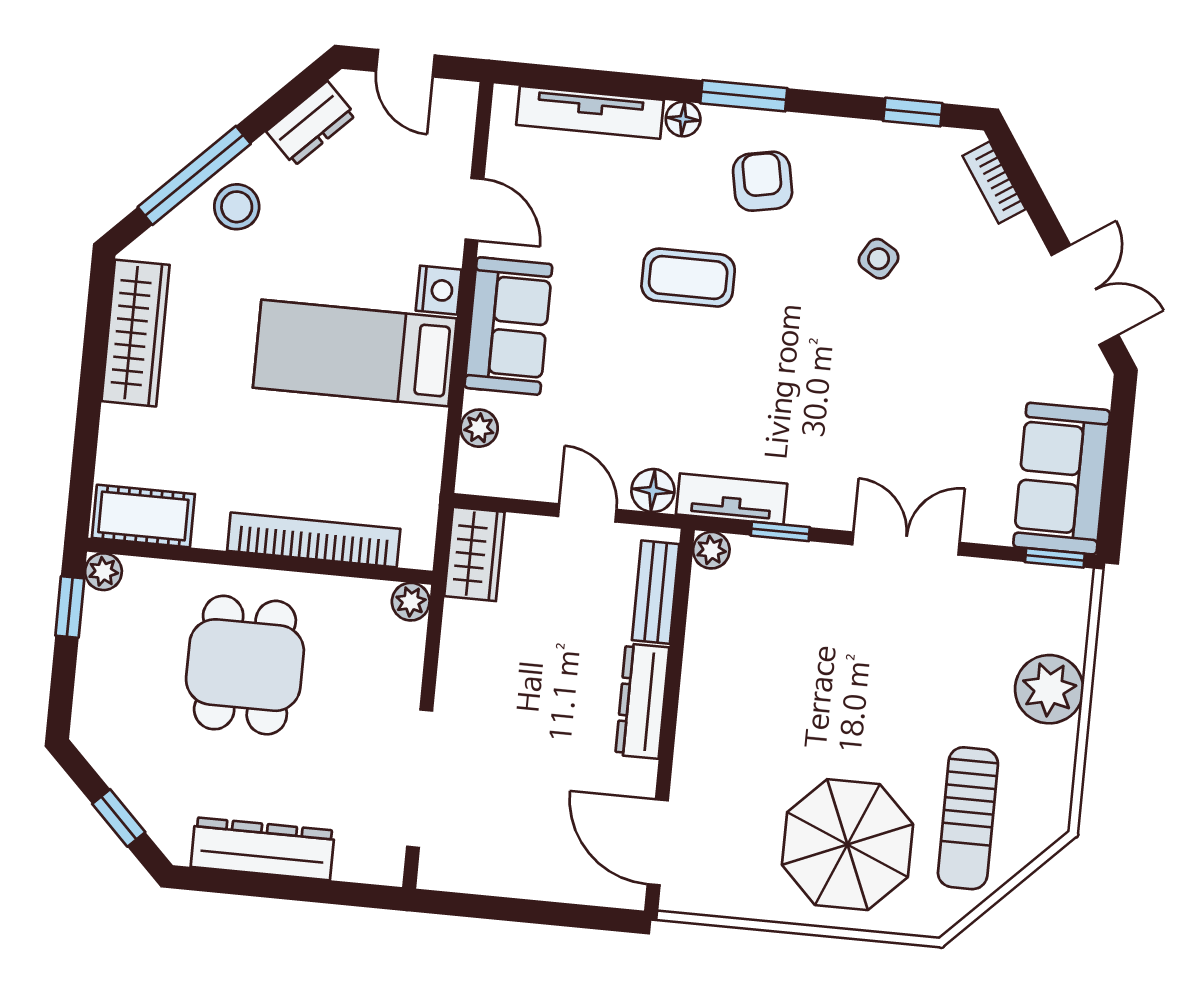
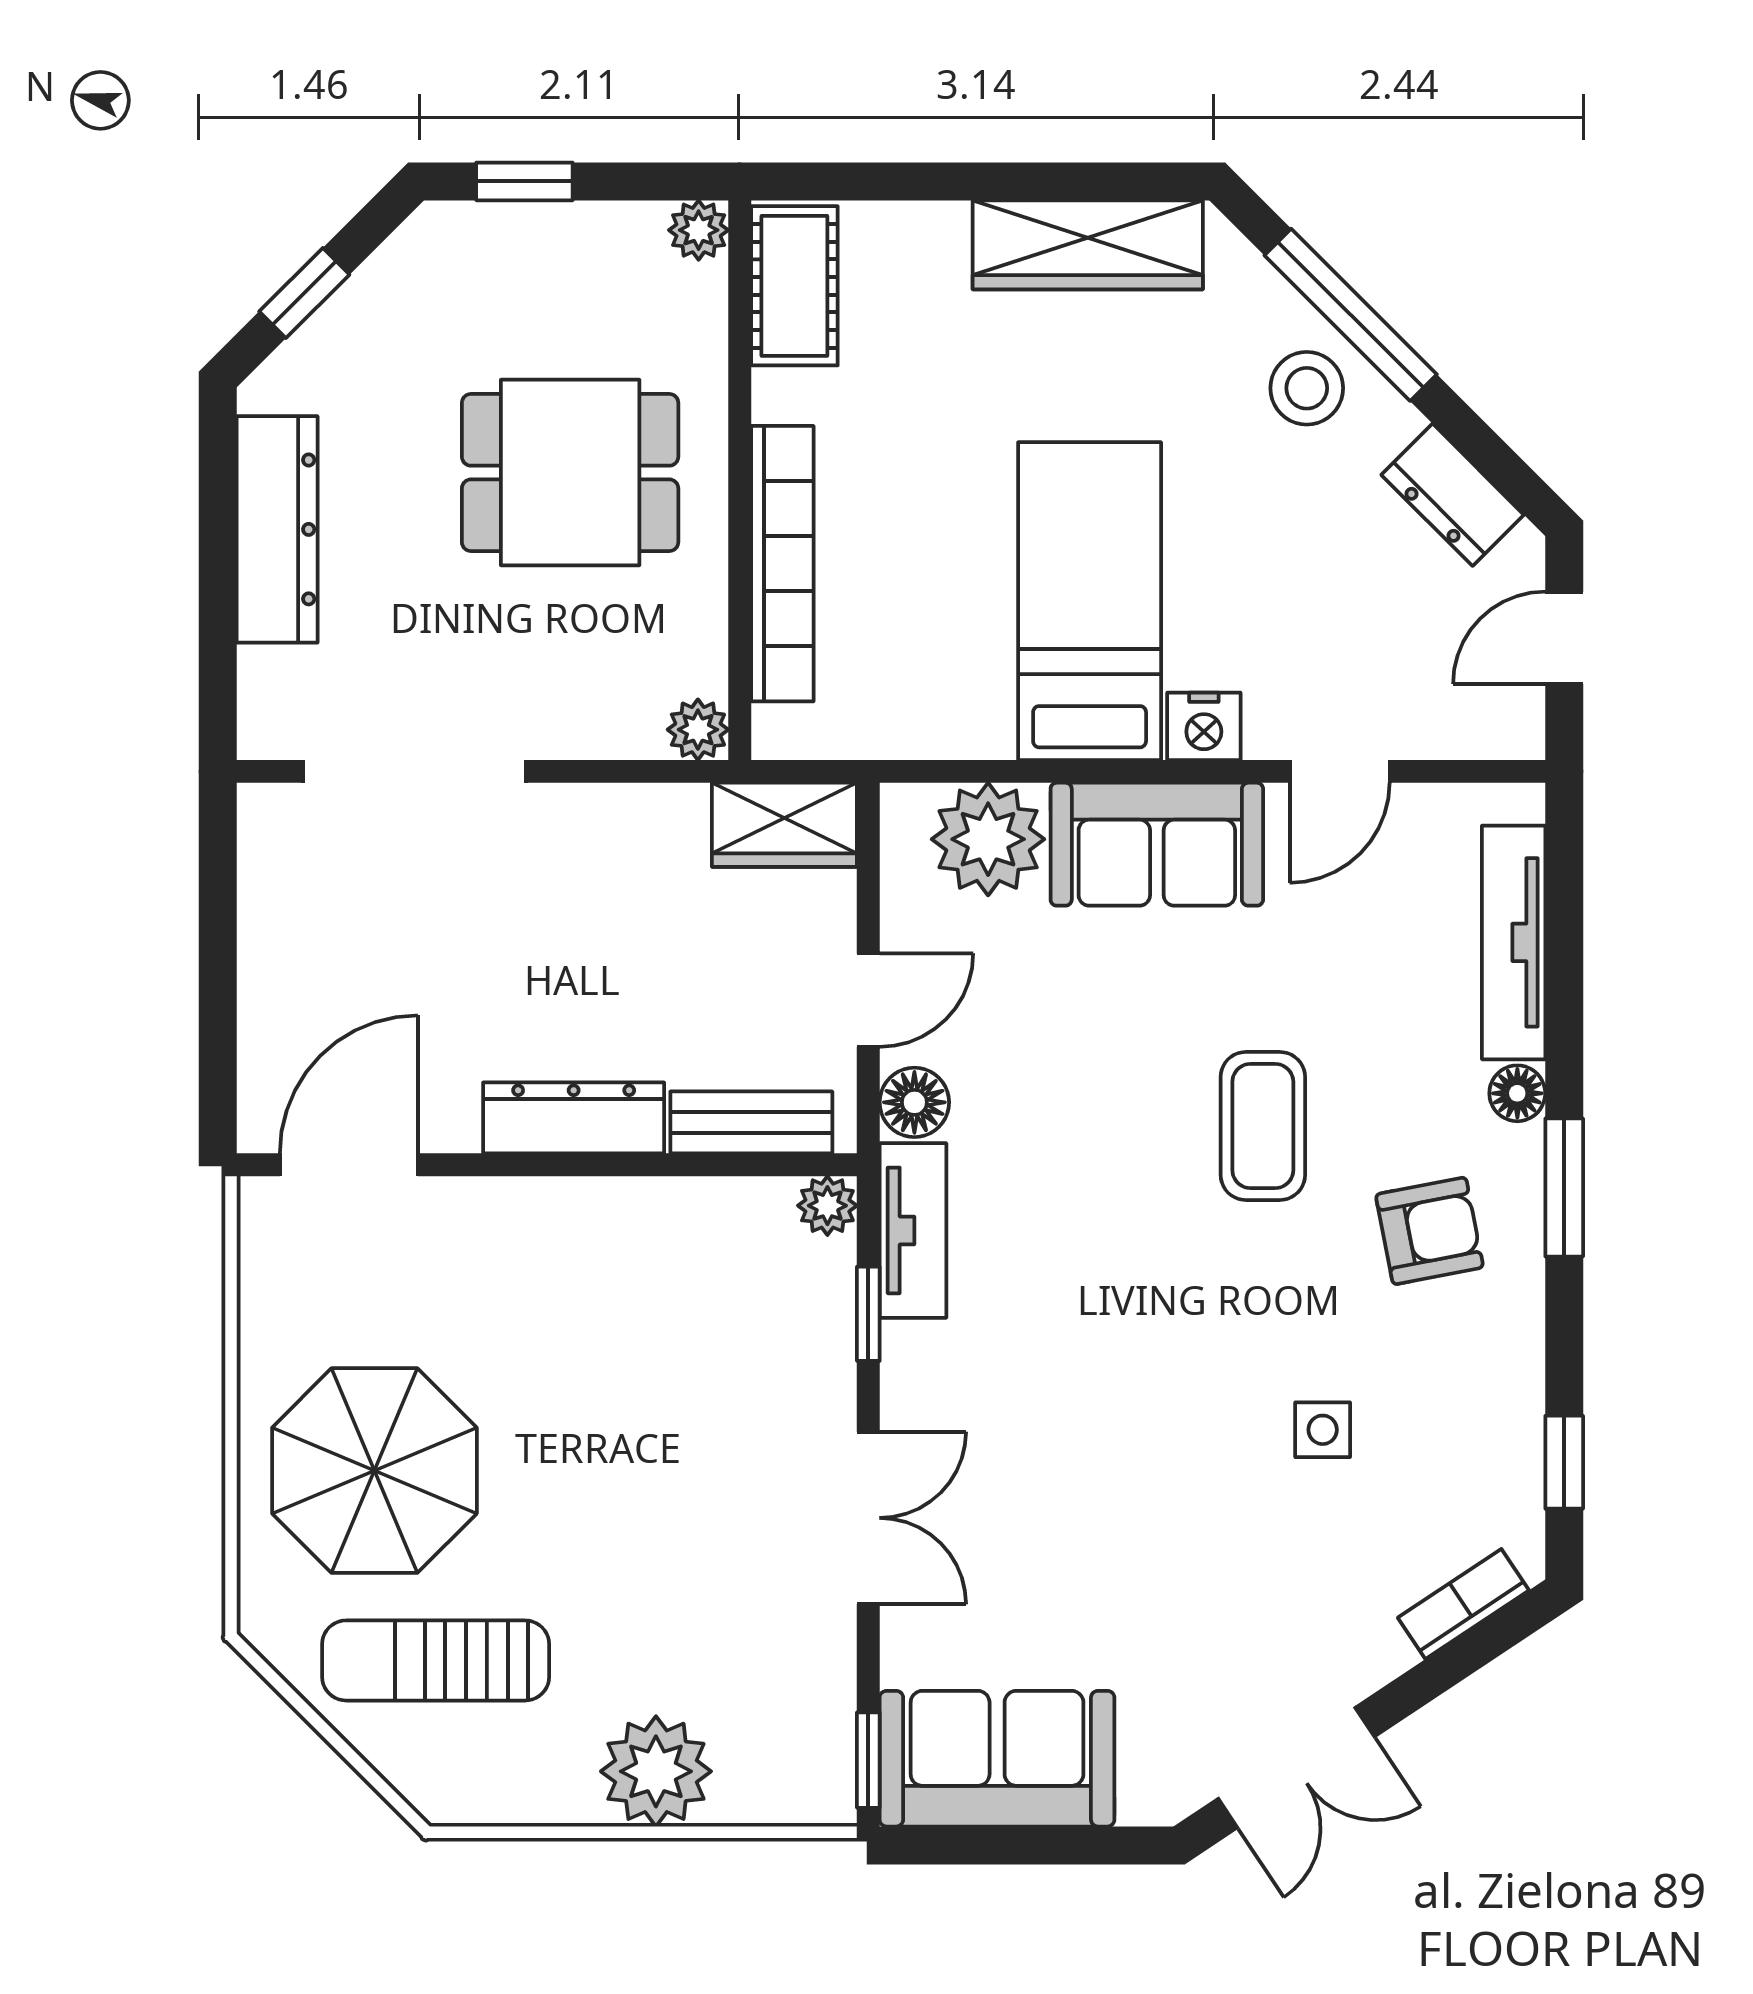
side table: (879, 259) -> (1323, 1430), turned -31
plant: (479, 428) -> (988, 839), width x1.87, depth x1.87
window: (70, 607) -> (524, 181), moved

